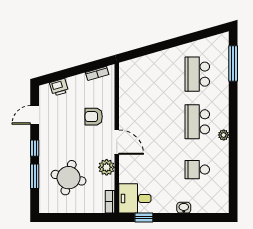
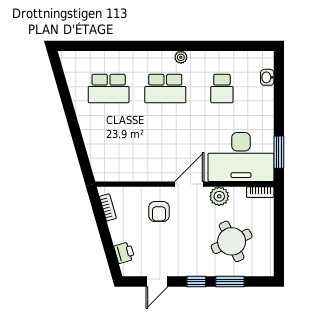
window: (233, 64) -> (96, 46), removed
door: (35, 115) -> (157, 282), hinge flipped
round table: (69, 178) -> (232, 241), turned -38
desk: (135, 198) -> (241, 157), width x1.87, depth x1.30
washbasin: (184, 208) -> (267, 77), moved
window: (144, 218) -> (279, 152), width x1.50

